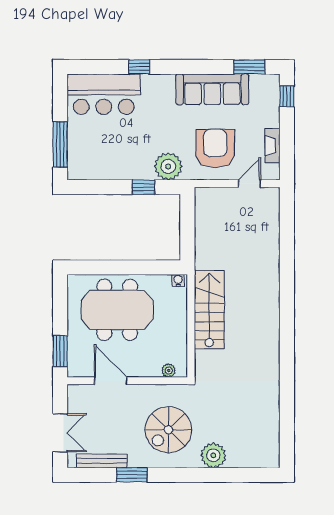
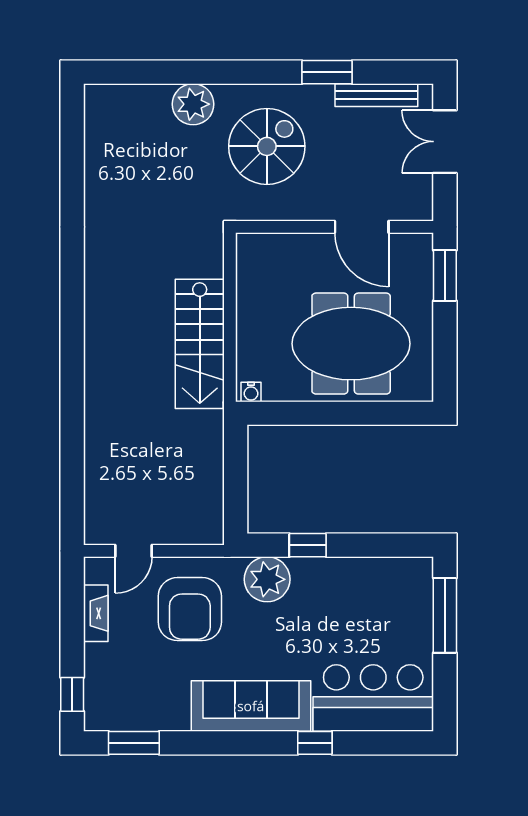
sofa: (212, 89) -> (251, 706), moved
plant: (169, 370) -> (266, 244), removed

